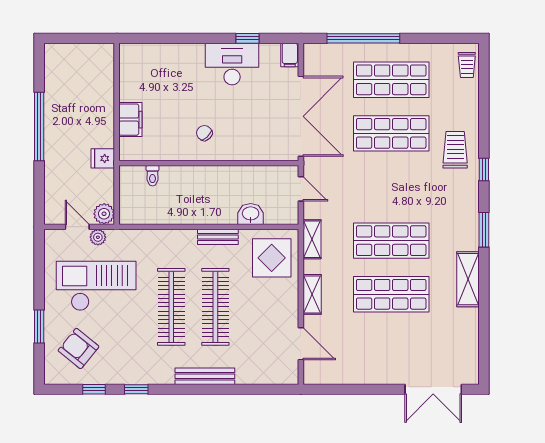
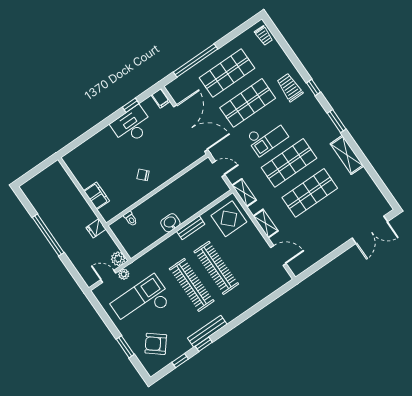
checkout: (386, 190) -> (267, 137), added
washbasin: (251, 214) -> (170, 223), moved
bench: (205, 376) -> (207, 331), moved

